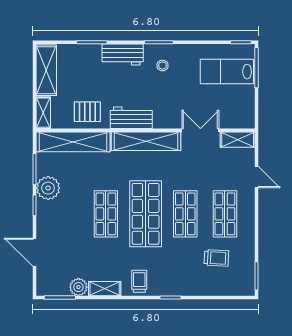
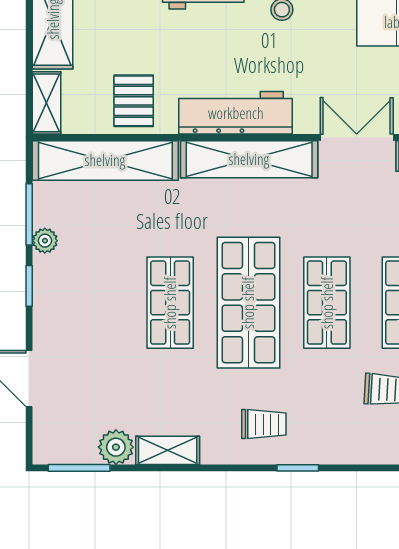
pallet: (87, 112) -> (134, 101), turned 90
workbench: (131, 118) -> (236, 113), width x1.37
plant: (48, 188) -> (45, 241), width x0.53, depth x0.53
trolley: (139, 281) -> (264, 424), moved, turned 90

